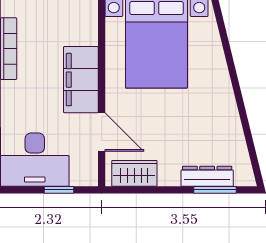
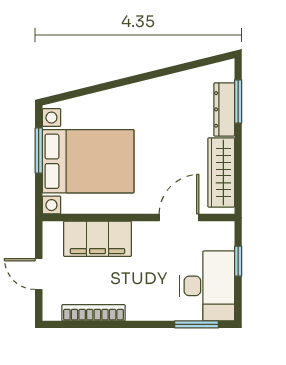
filing cabinet: (81, 80) -> (97, 239), moved
wardrobe: (134, 173) -> (221, 172), width x1.50

